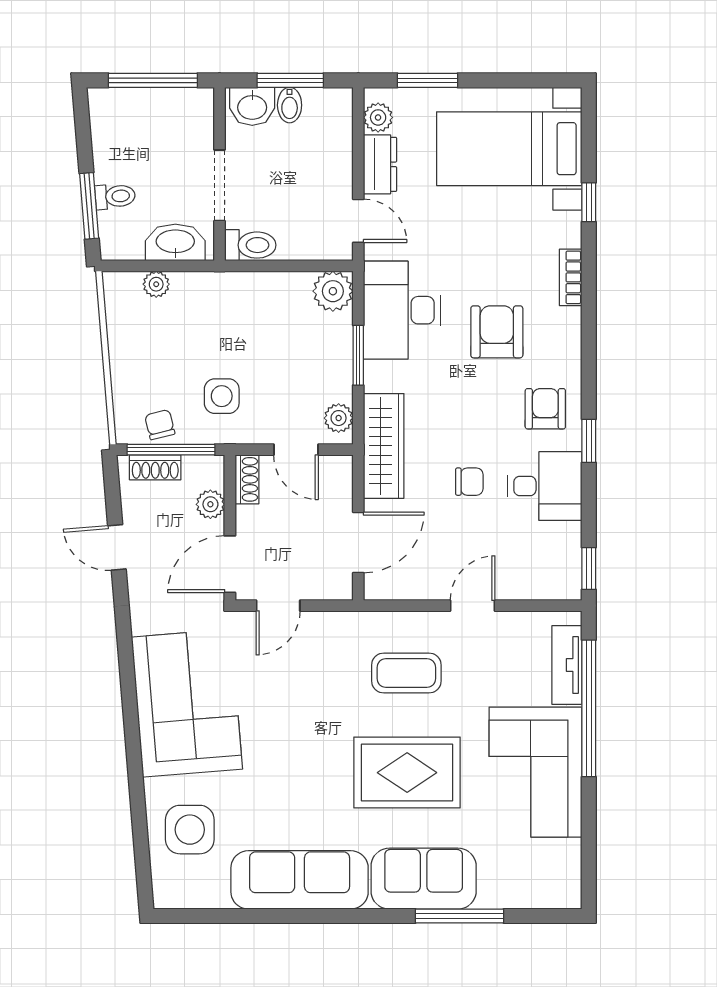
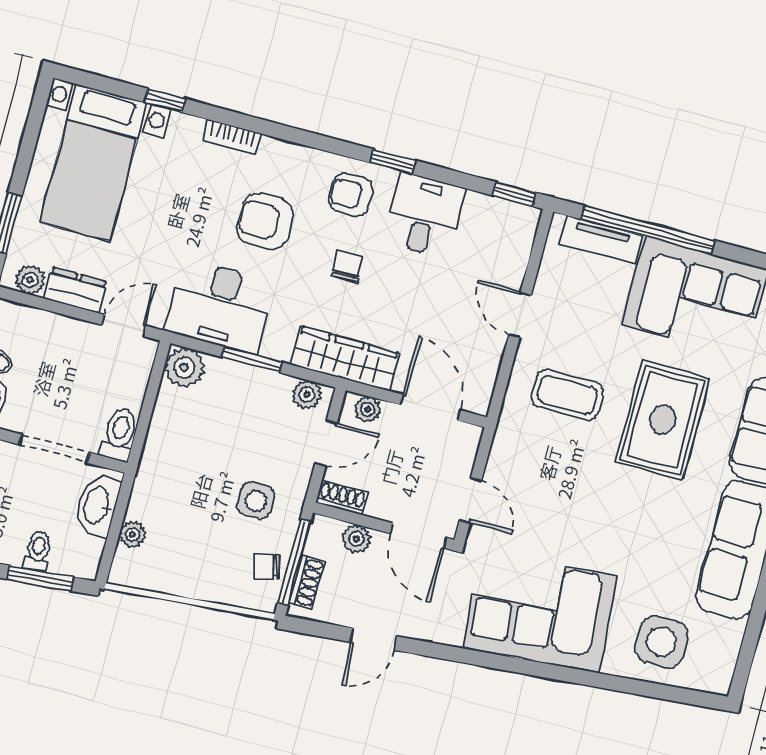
plant: (340, 481) -> (368, 409), added
chair: (469, 482) -> (347, 266), moved
coffee table: (406, 673) -> (568, 395), turned 90

